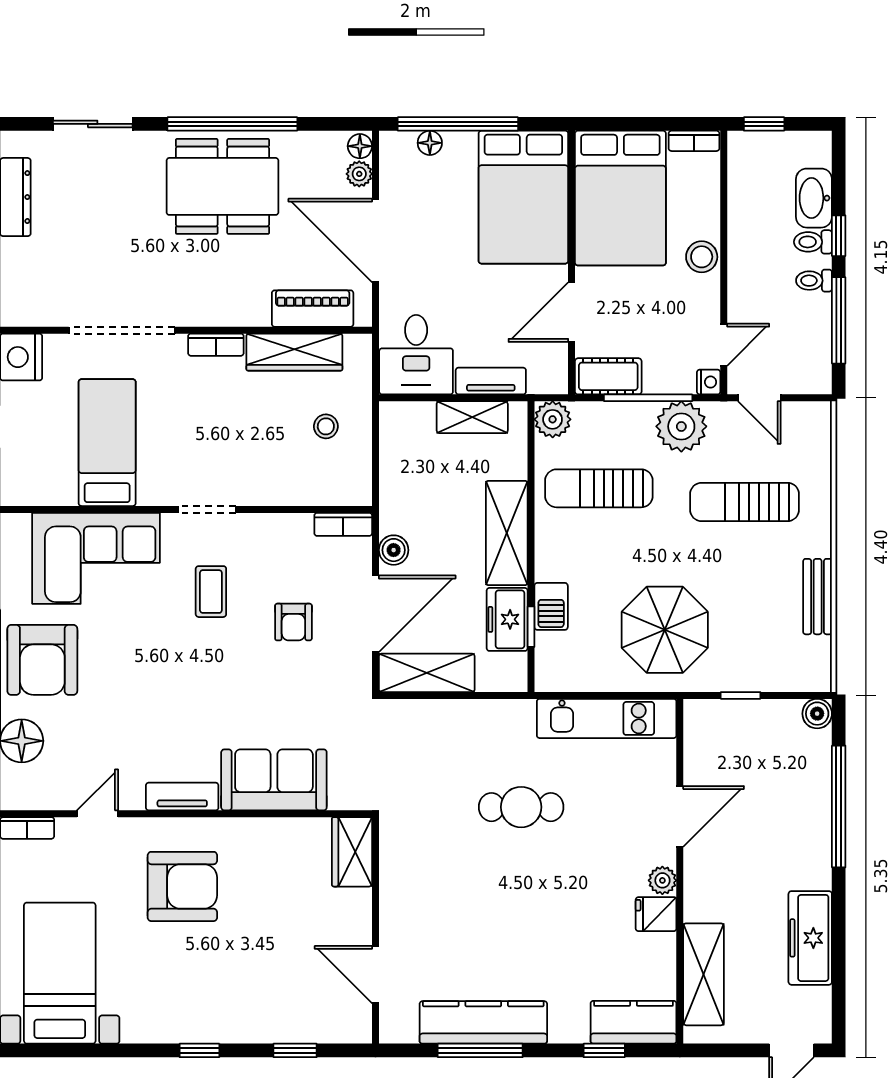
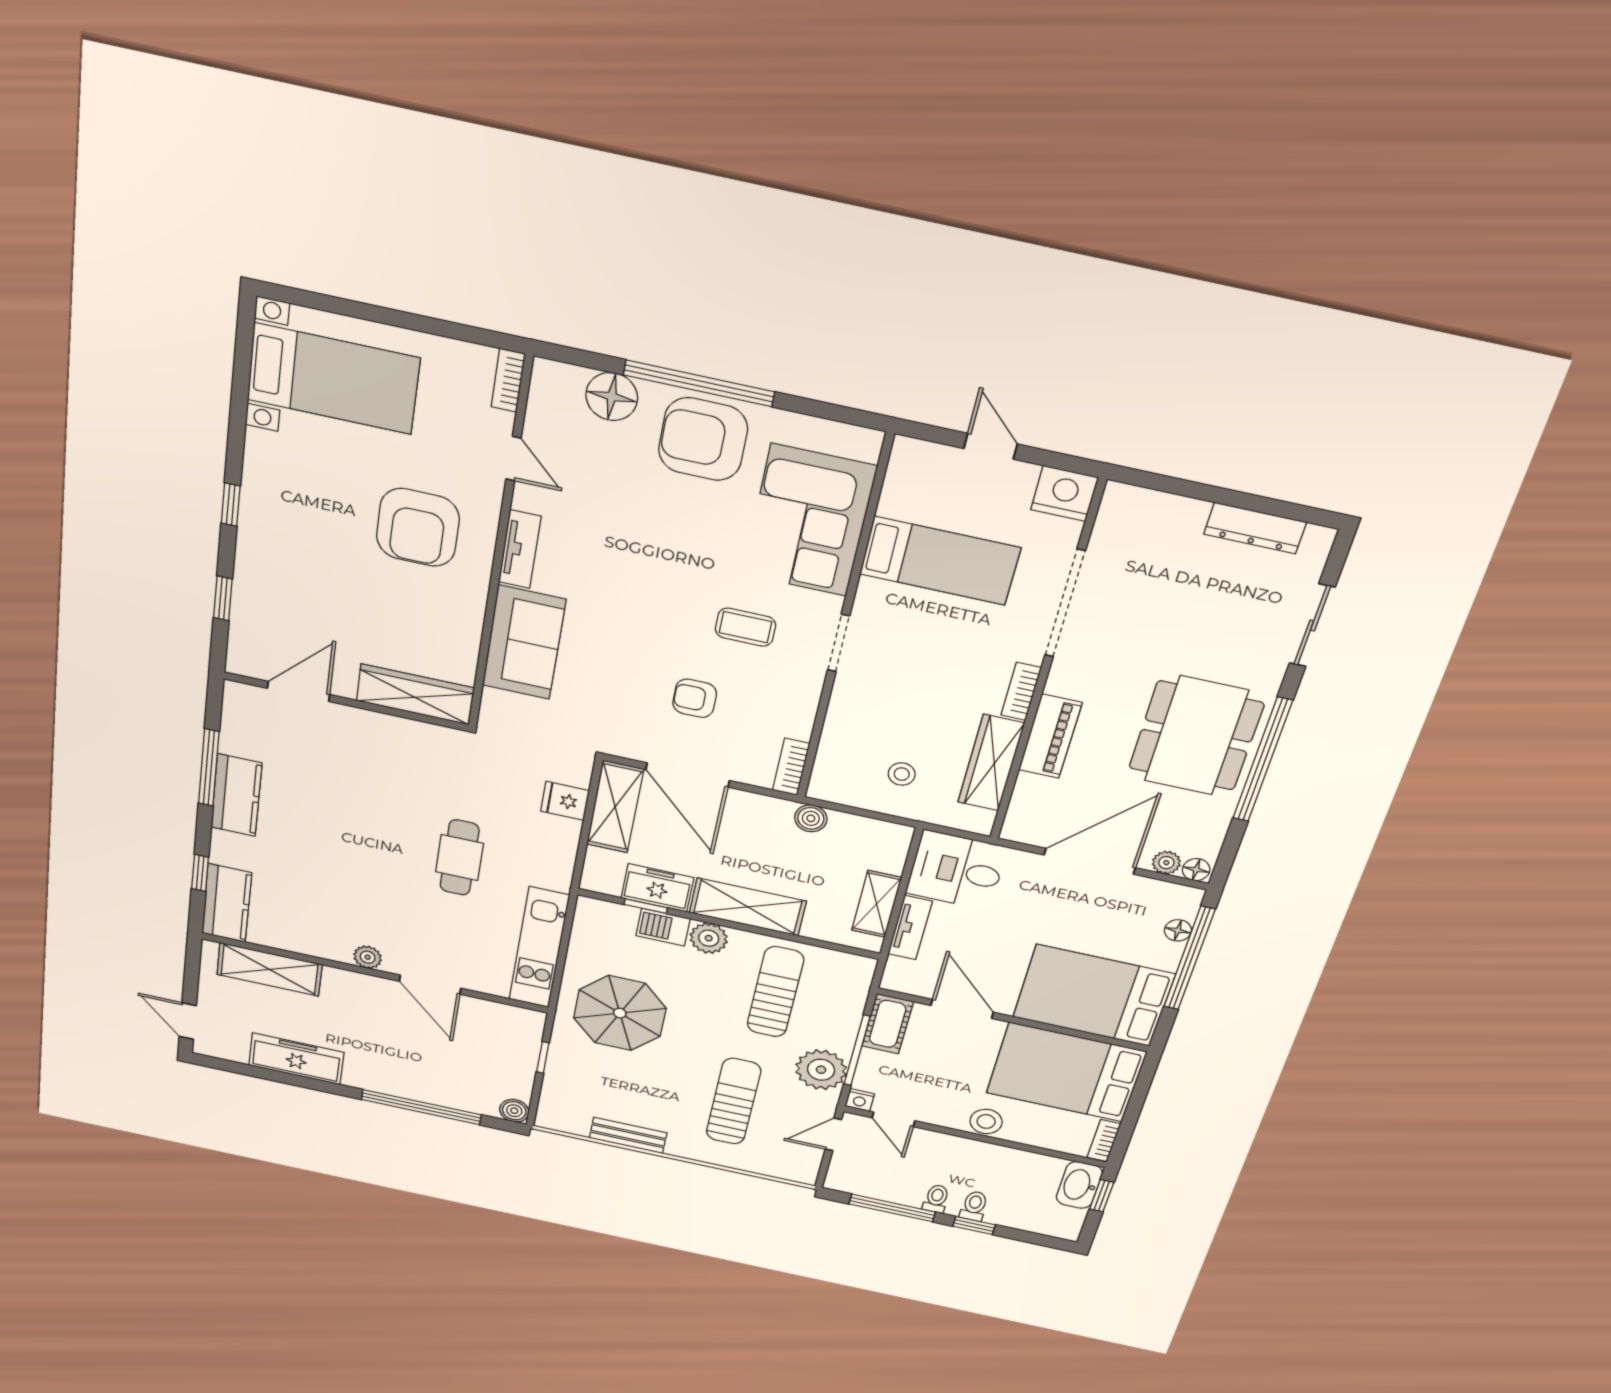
washbasin: (814, 198) -> (1079, 1185), moved, turned -90
piano: (313, 309) -> (1050, 736), moved
plant: (553, 419) -> (709, 938), moved
boiler: (394, 550) -> (811, 818), moved
wardrobe: (352, 852) -> (415, 694), width x1.50
fridge: (656, 914) -> (565, 801), moved, turned -90
kitchen counter: (483, 1022) -> (236, 795), width x0.67

